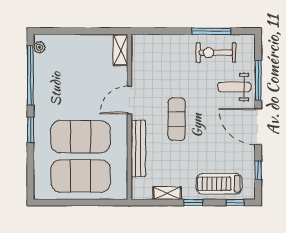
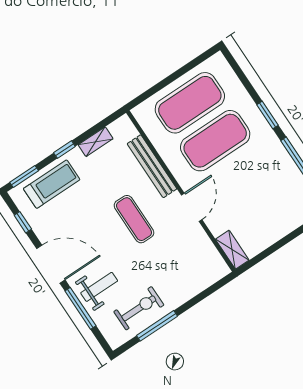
window: (235, 202) -> (24, 176), width x1.50

